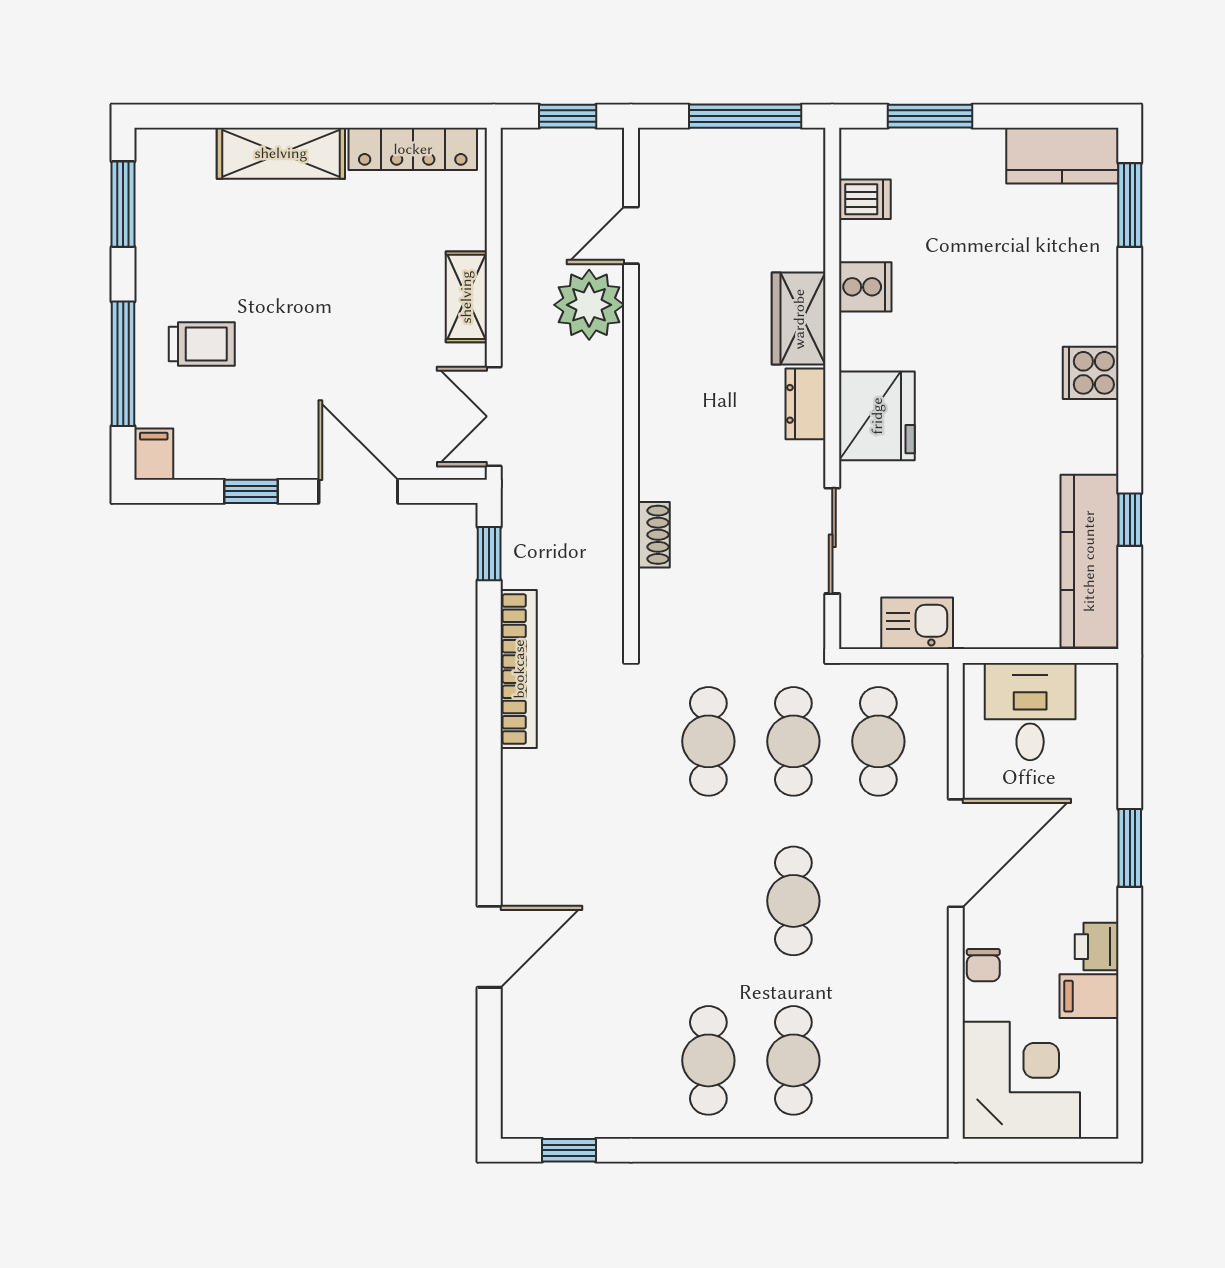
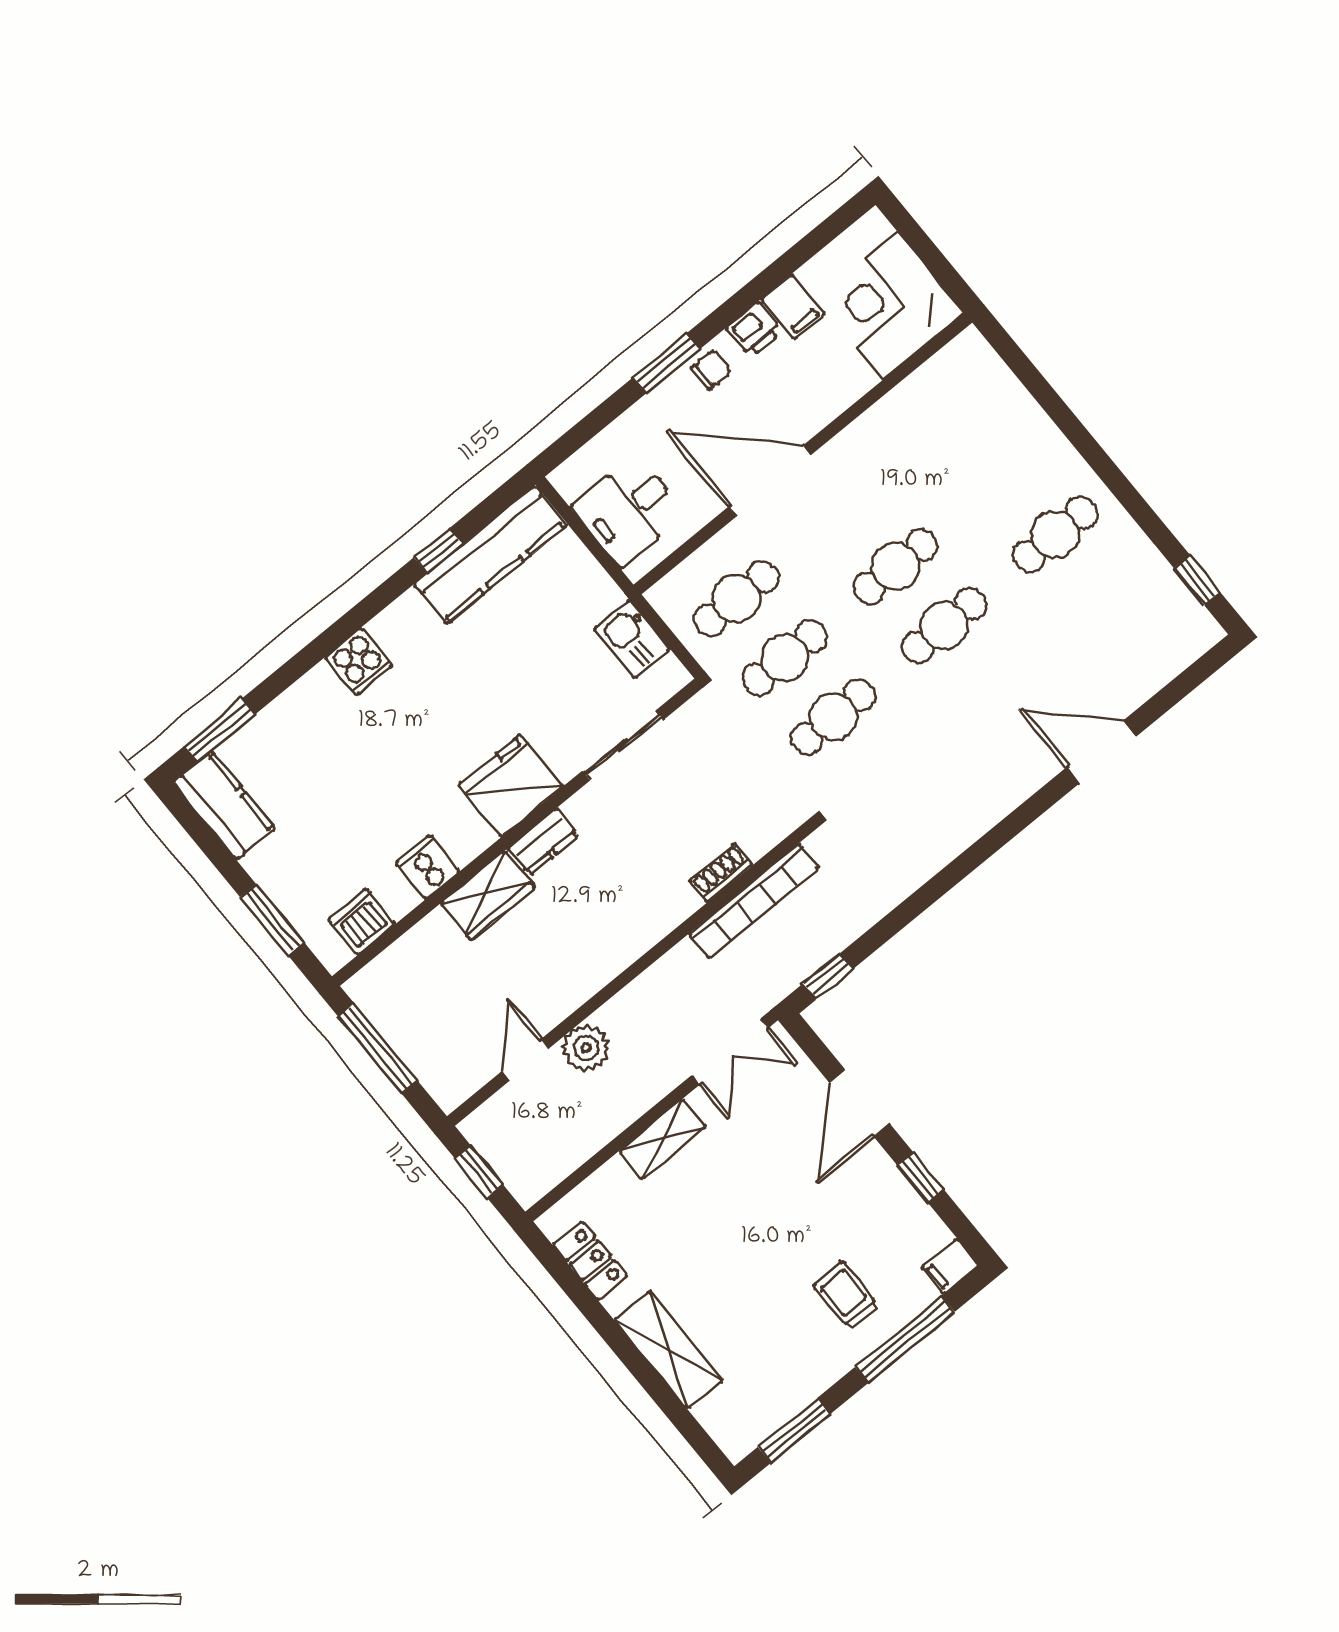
locker: (413, 149) -> (590, 1261), width x0.66
dishwasher: (865, 199) -> (362, 922), width x1.38
door: (631, 235) -> (526, 1060), swing flipped
plant: (589, 305) -> (586, 1048), width x0.73, depth x0.73
bookcase: (519, 669) -> (754, 901), moved, turned 180
chair: (983, 965) -> (711, 369), moved
cafe table: (793, 1060) -> (944, 626), moved

